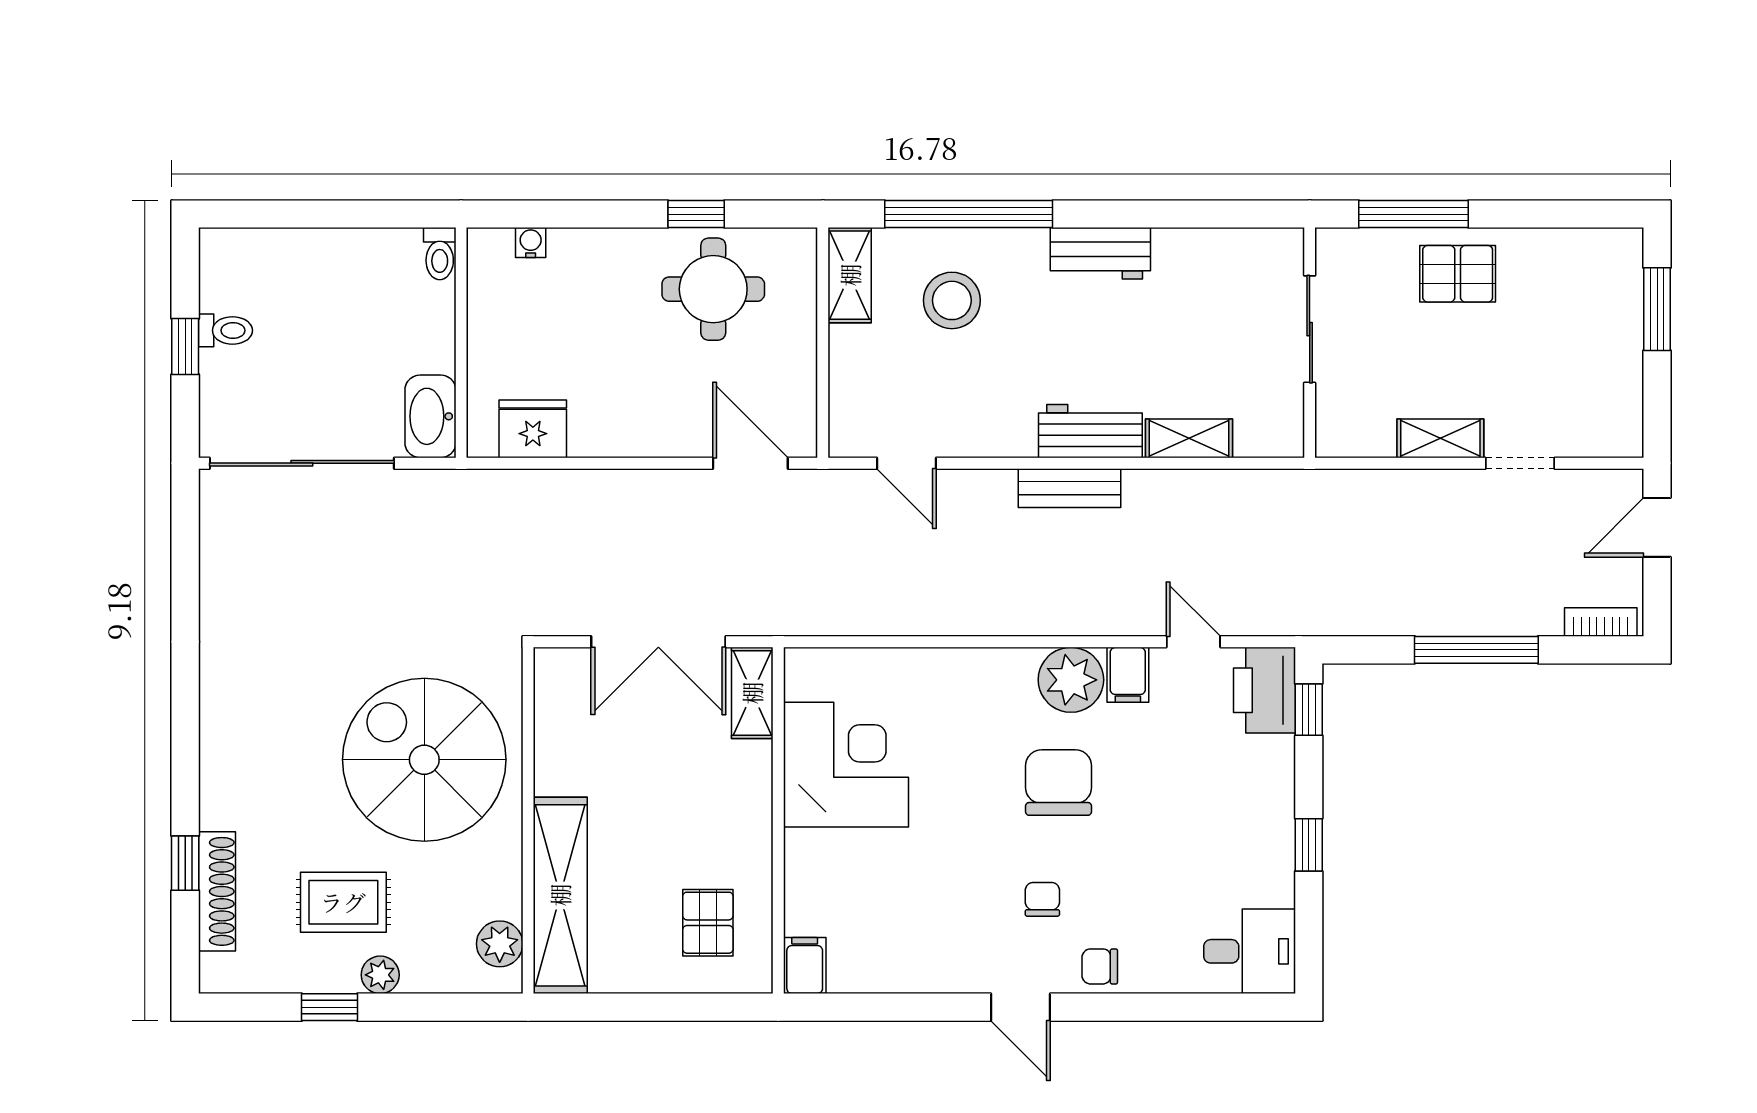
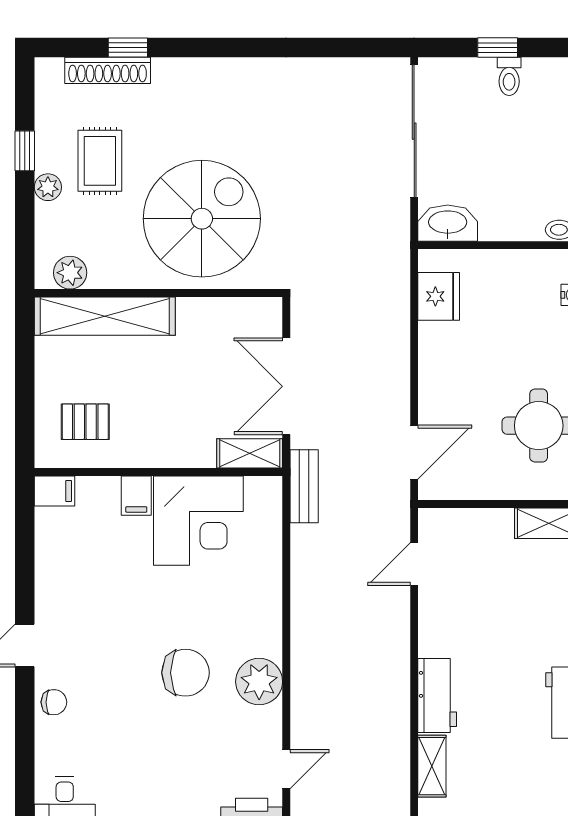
stool: (952, 300) -> (531, 596), removed
bench: (1070, 488) -> (304, 486), moved
filing cabinet: (1128, 675) -> (136, 496), moved, turned -90
chair: (1042, 899) -> (102, 661), removed
chair: (1100, 966) -> (54, 702), turned 90

